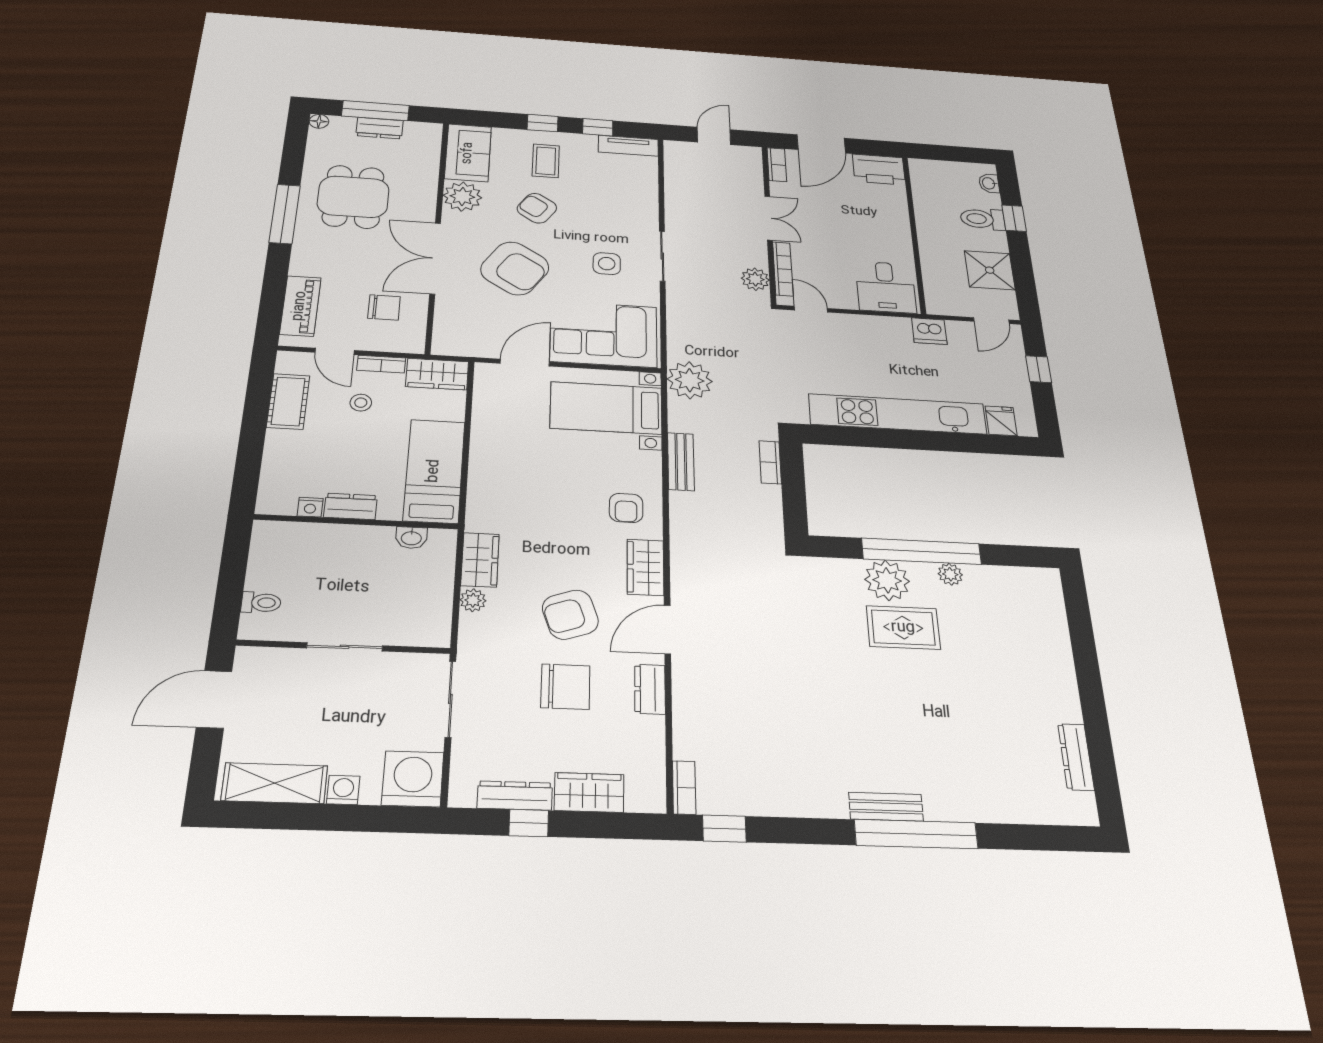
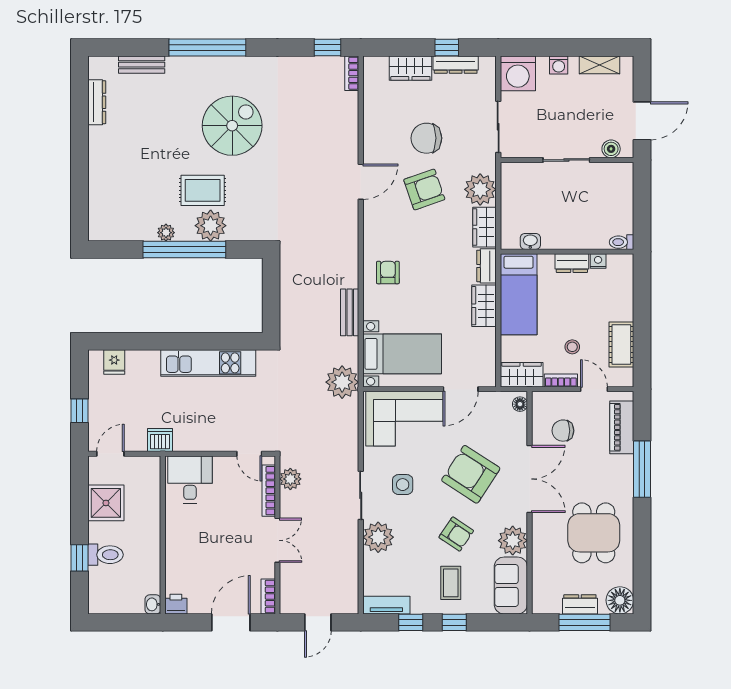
floor lamp: (319, 121) -> (620, 600), width x1.89, depth x1.89
printer: (879, 169) -> (176, 604), width x0.53, depth x0.68
washbasin: (989, 183) -> (153, 604), moved, turned 180
plant: (639, 212) -> (378, 537), added
window: (285, 214) -> (642, 469), moved
double door: (769, 218) -> (277, 540), swing flipped
floor lamp: (442, 341) -> (520, 404), added
kitchen unit: (898, 414) -> (208, 363), width x0.73
bookcase: (770, 462) -> (287, 316), removed
wardrobe: (645, 567) -> (484, 306), moved, turned 180
plant: (473, 600) -> (480, 189), width x1.87, depth x1.87
toilet: (261, 603) -> (622, 242), moved
boiler: (271, 660) -> (611, 149), added
dresser: (650, 689) -> (486, 266), moved, turned 180
spiral stairs: (867, 716) -> (232, 126), added
shelving: (275, 783) -> (599, 65), width x0.67, depth x0.75
bench: (886, 807) -> (142, 65), moved

